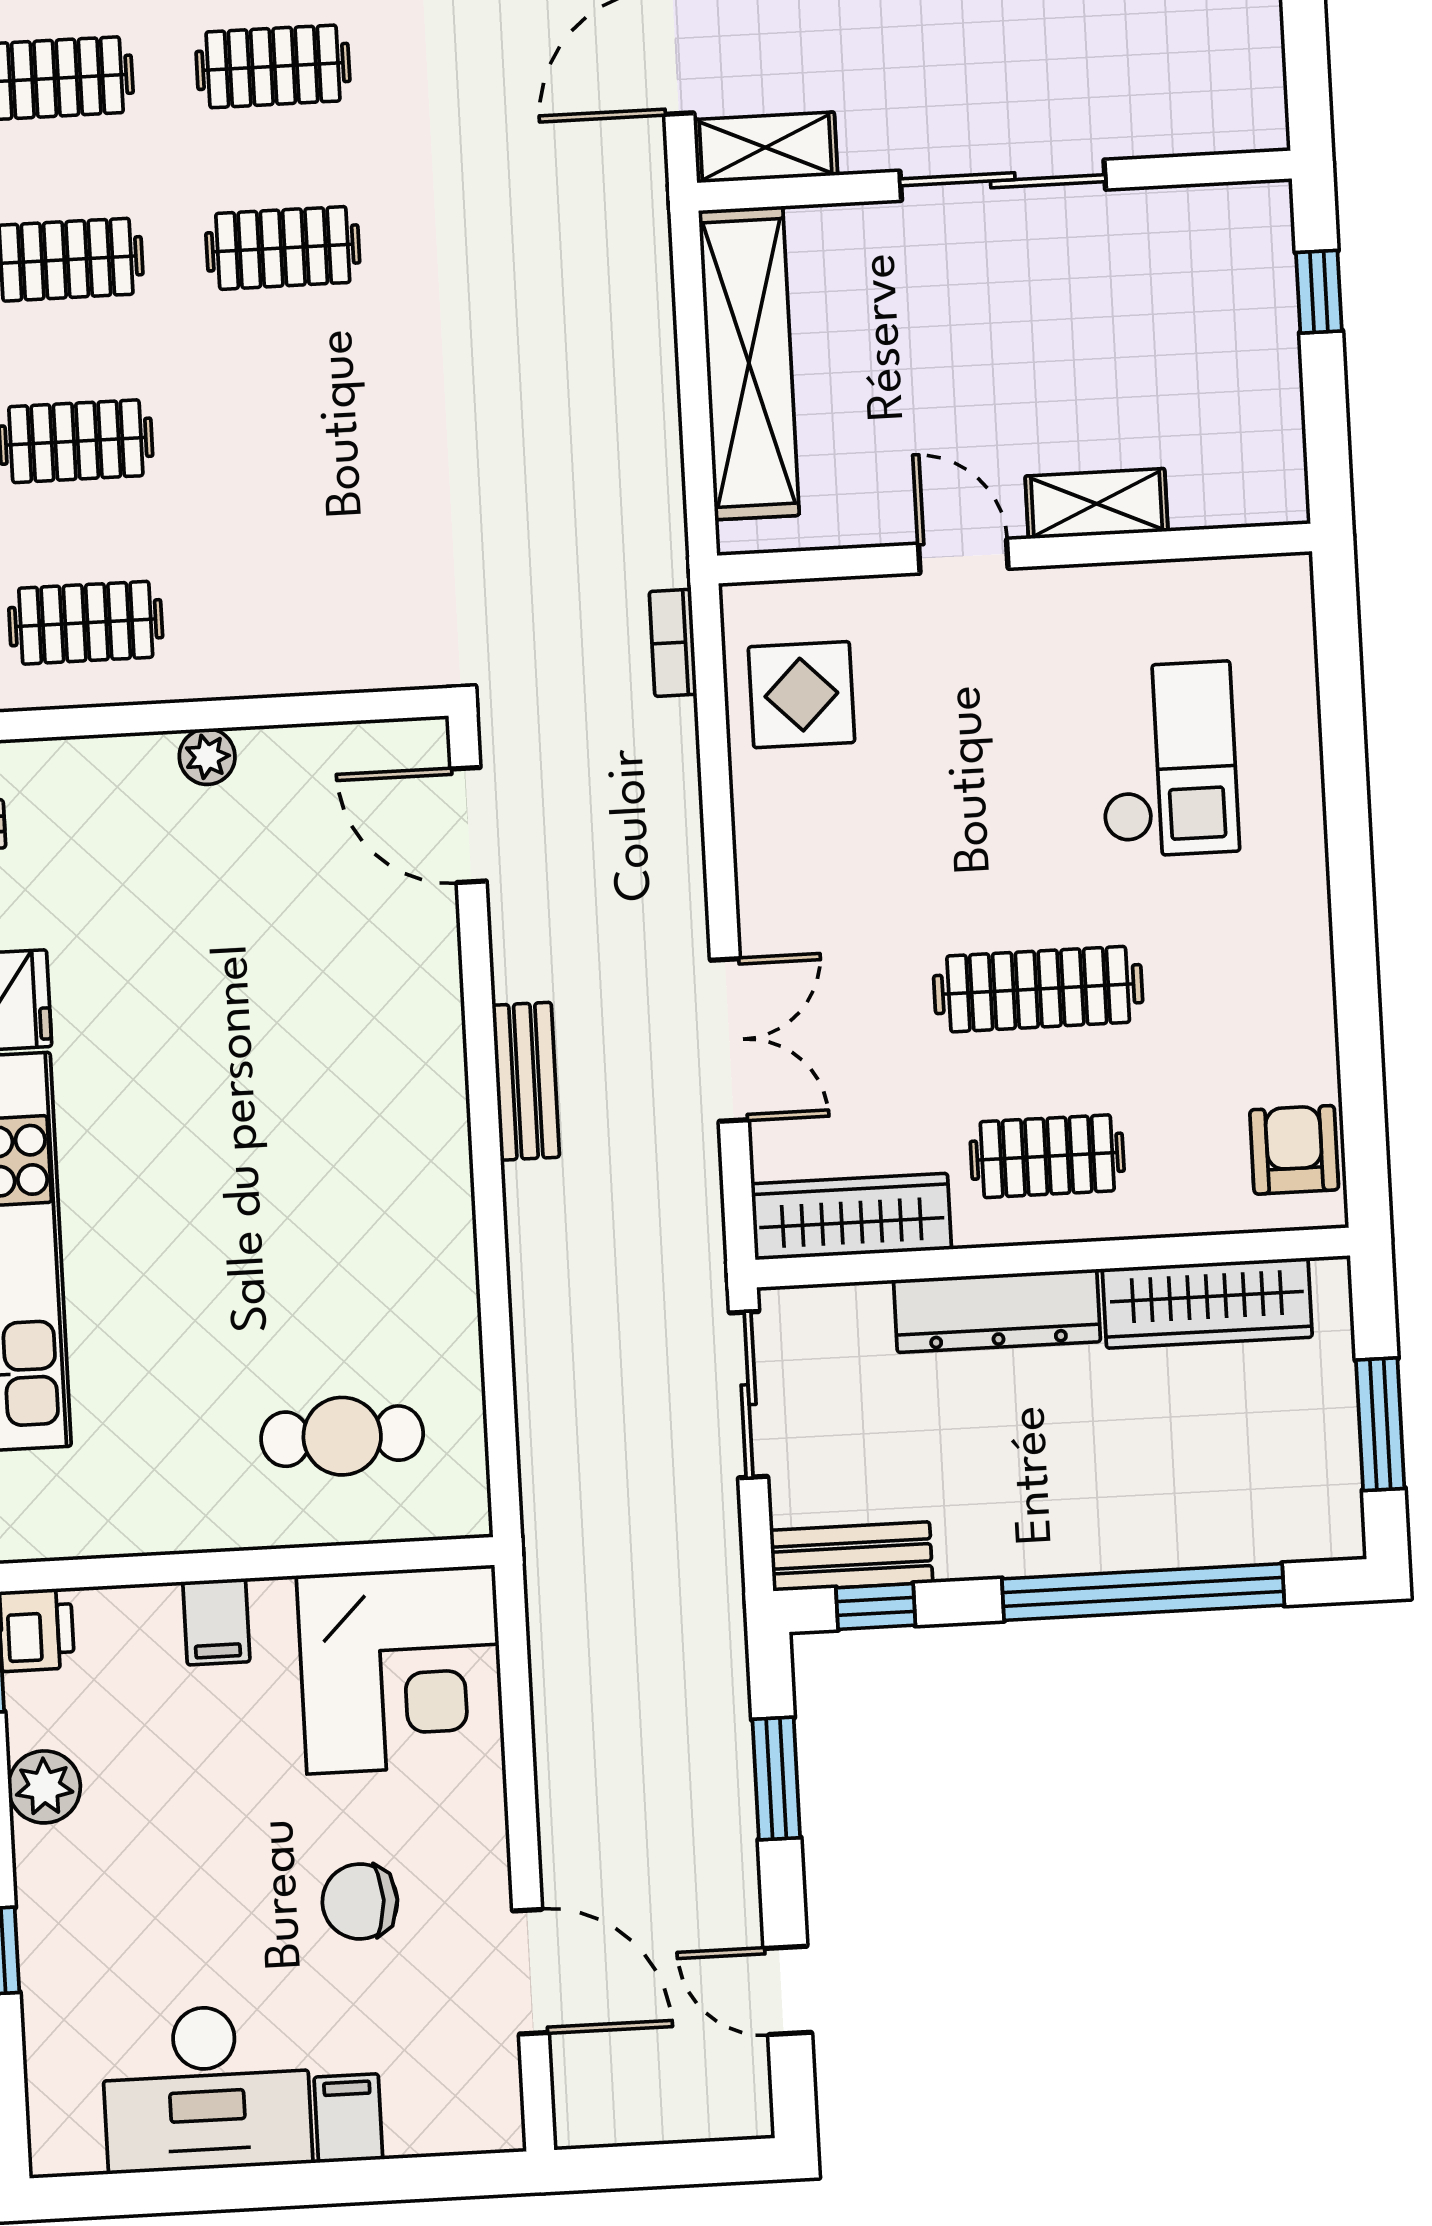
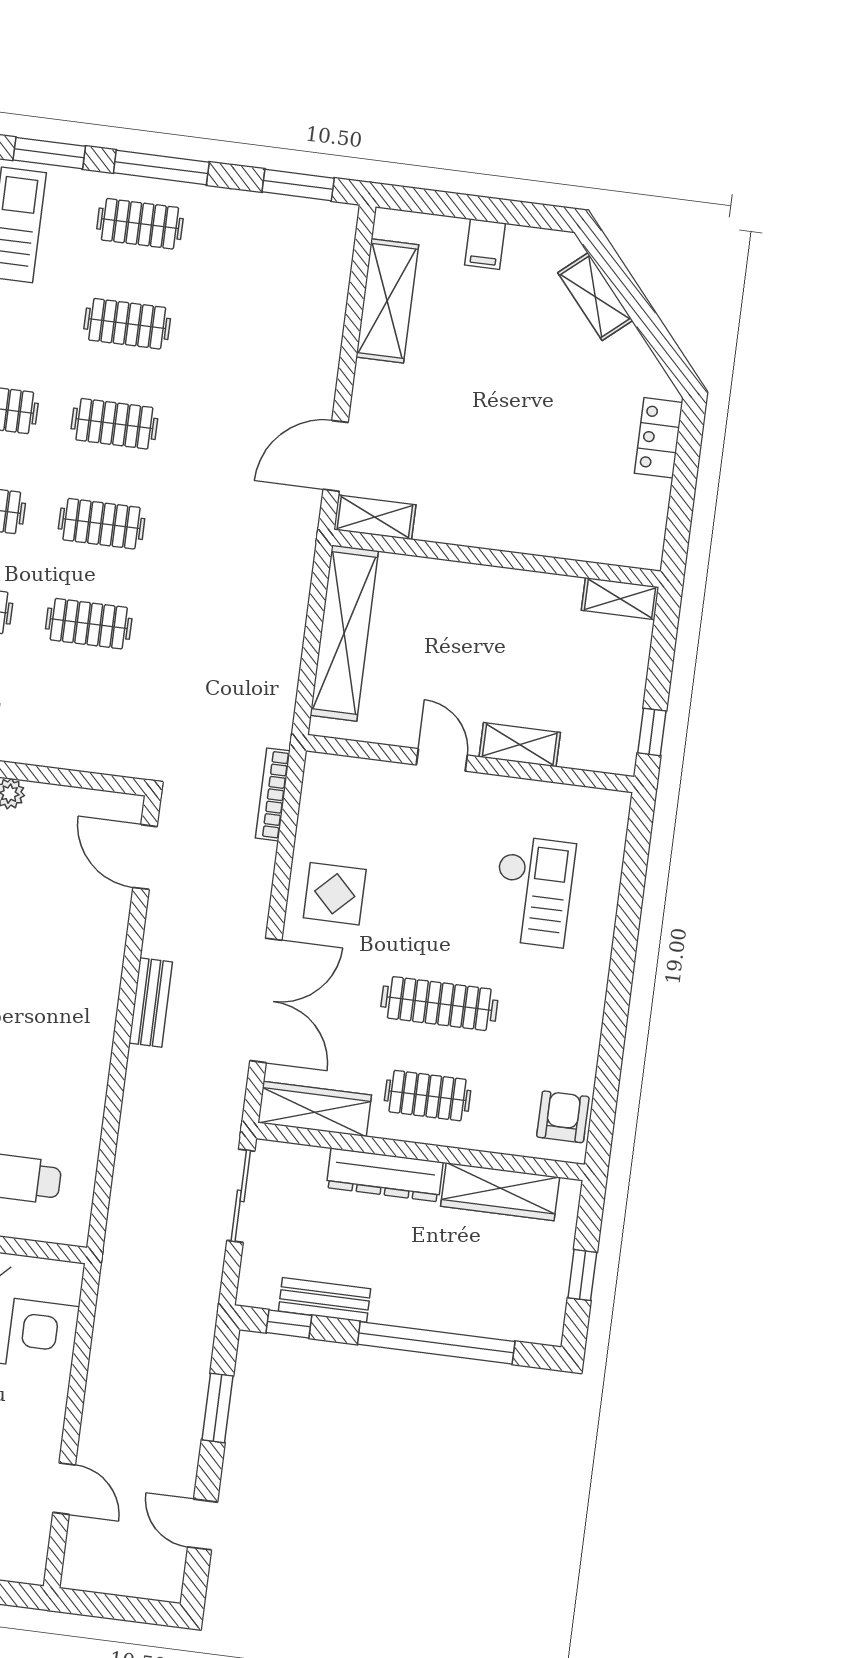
sliding door: (1003, 180) -> (501, 559), removed
shelving: (1227, 212) -> (620, 599), added
window: (1319, 292) -> (652, 732), moved
clothes rail: (293, 429) -> (89, 624), added
bookcase: (673, 643) -> (273, 794), width x1.56
display table: (801, 695) -> (335, 894), moved
double door: (729, 1040) -> (266, 1000), width x1.37
window: (1380, 1424) -> (582, 1275), width x0.67
bench: (851, 1556) -> (325, 1300), moved
door: (531, 1972) -> (64, 1489), width x0.73

